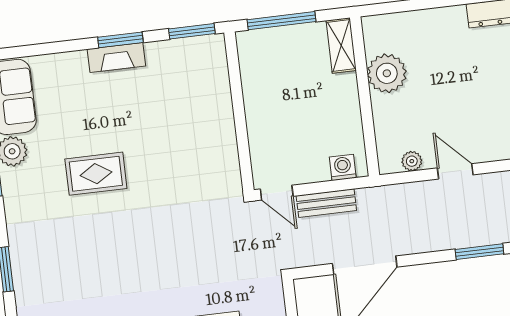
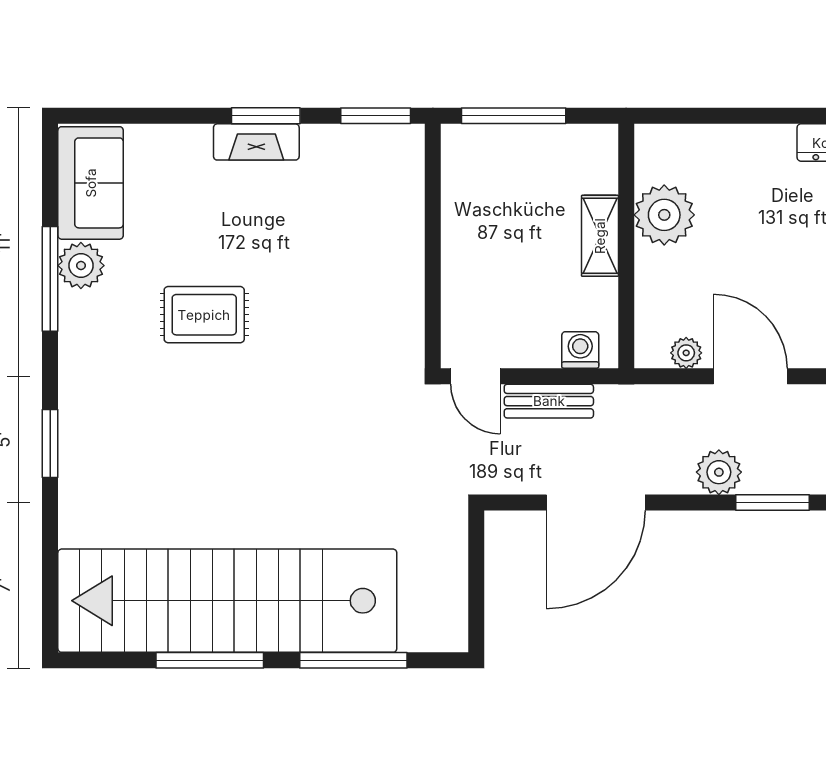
shelving: (341, 45) -> (600, 236), moved
door: (455, 171) -> (750, 376), width x1.38
plant: (442, 236) -> (719, 472), added

